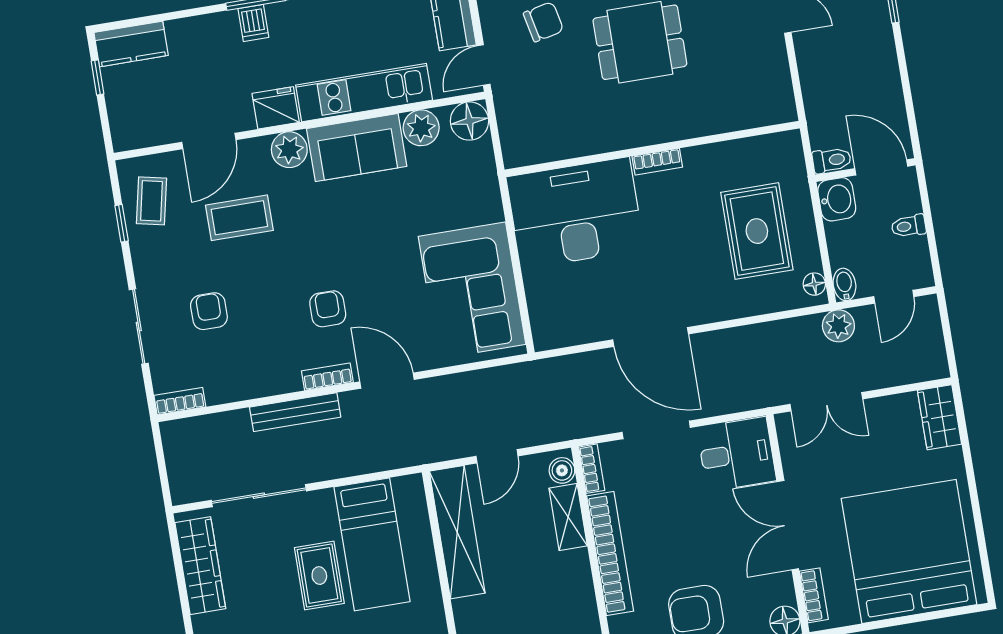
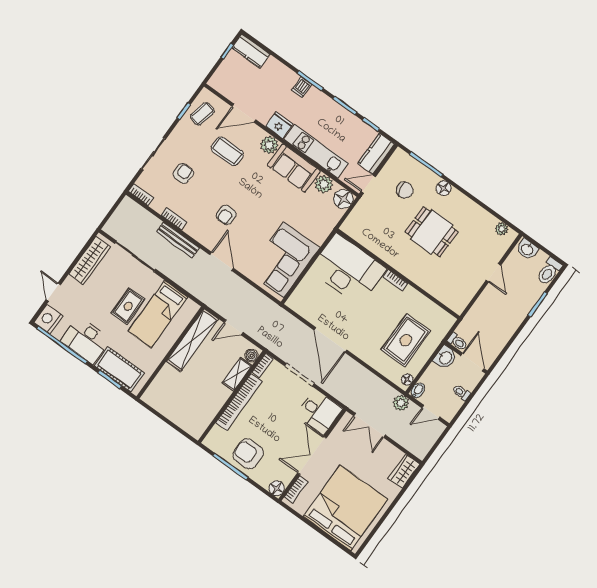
armchair: (328, 309) -> (226, 215), turned 180
bookcase: (327, 377) -> (174, 218), moved

